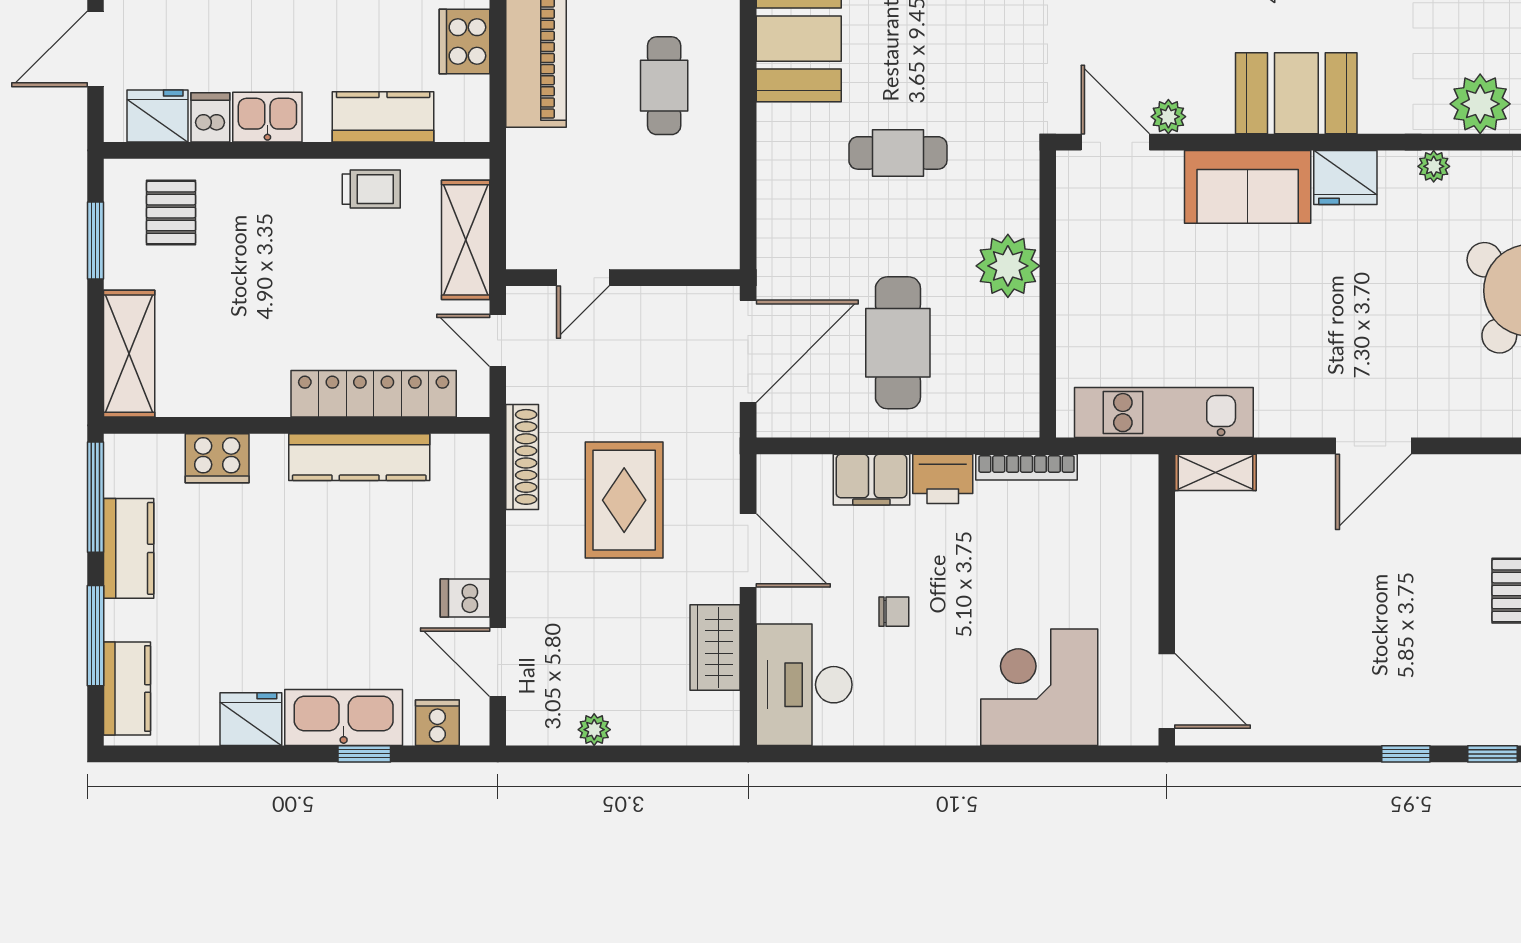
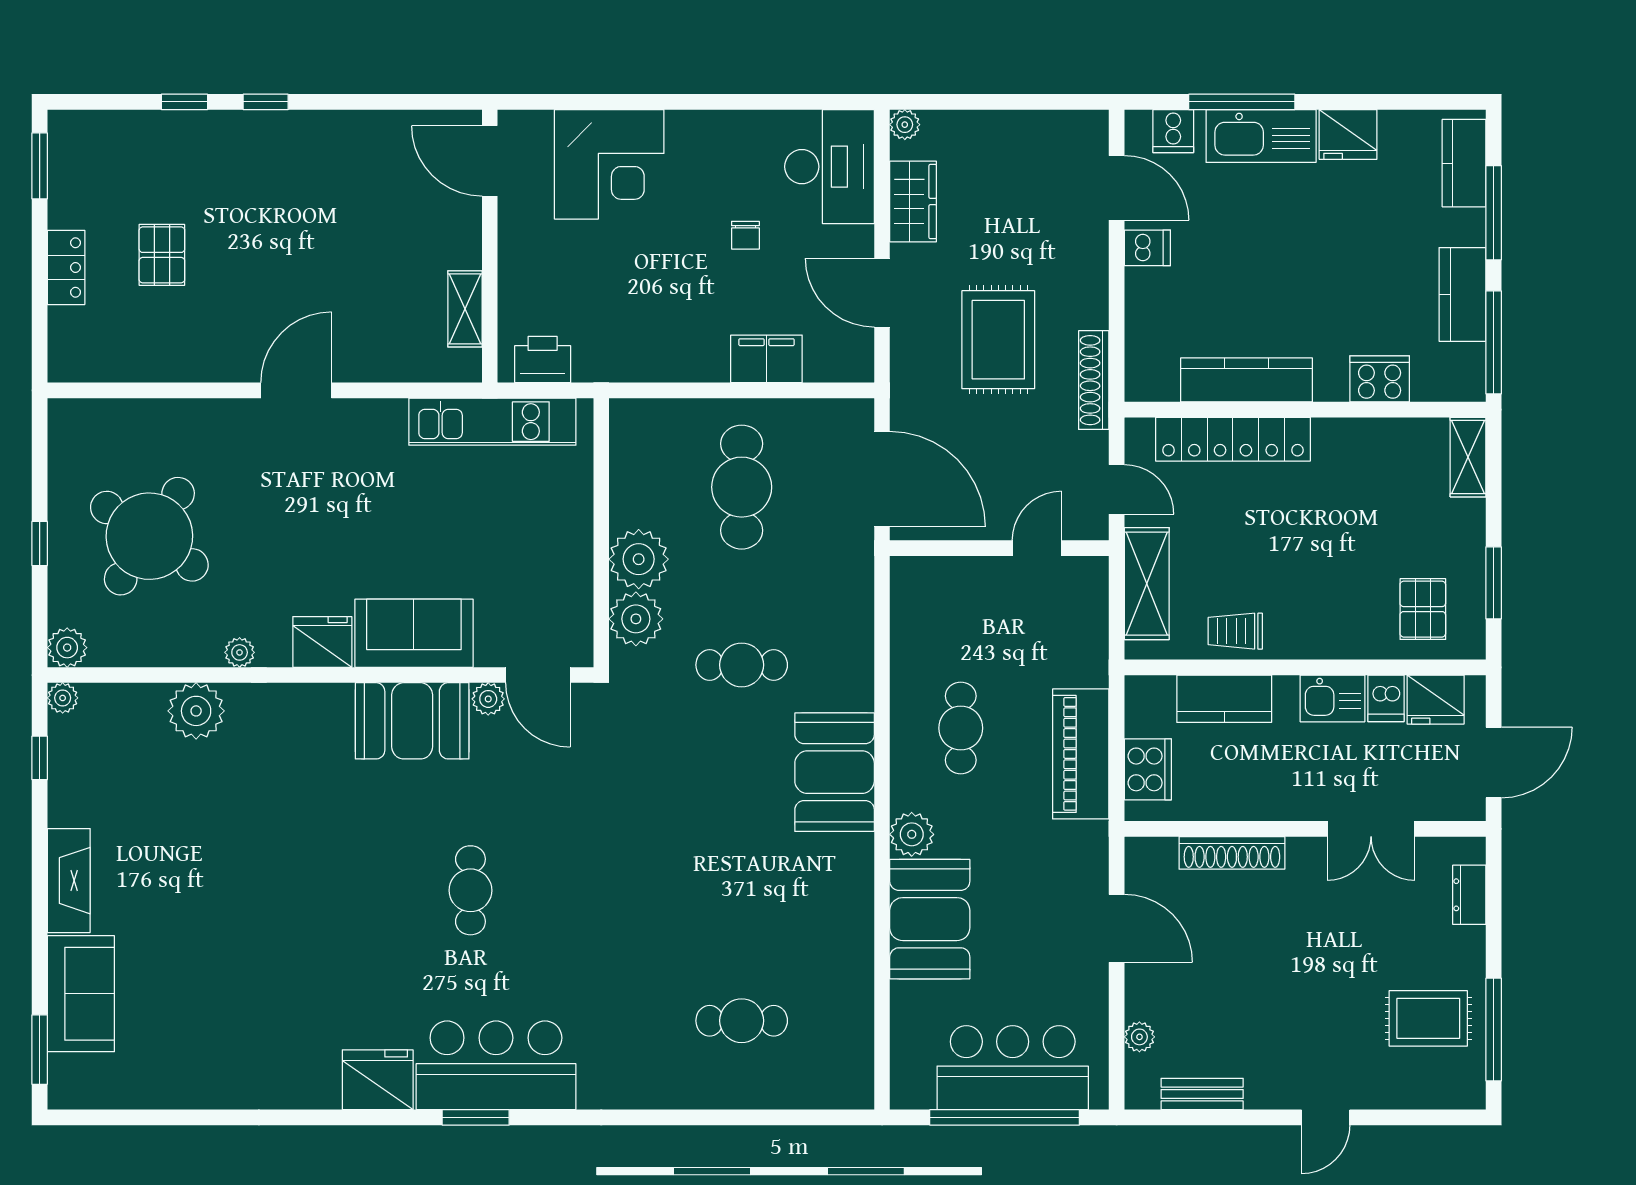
booth: (1296, 93) -> (412, 721), moved
plant: (1011, 202) -> (636, 619), added
door: (748, 351) -> (882, 479), swing flipped
shelving: (129, 354) -> (1468, 457), width x0.67, depth x0.75
bookcase: (1027, 467) -> (621, 371), removed
shelving: (1216, 472) -> (465, 309), moved, turned 90
printer: (943, 479) -> (543, 360), moved
chair: (894, 612) -> (745, 235), turned -90
plant: (594, 730) -> (905, 125), moved
window: (364, 754) -> (1242, 102), width x2.17

